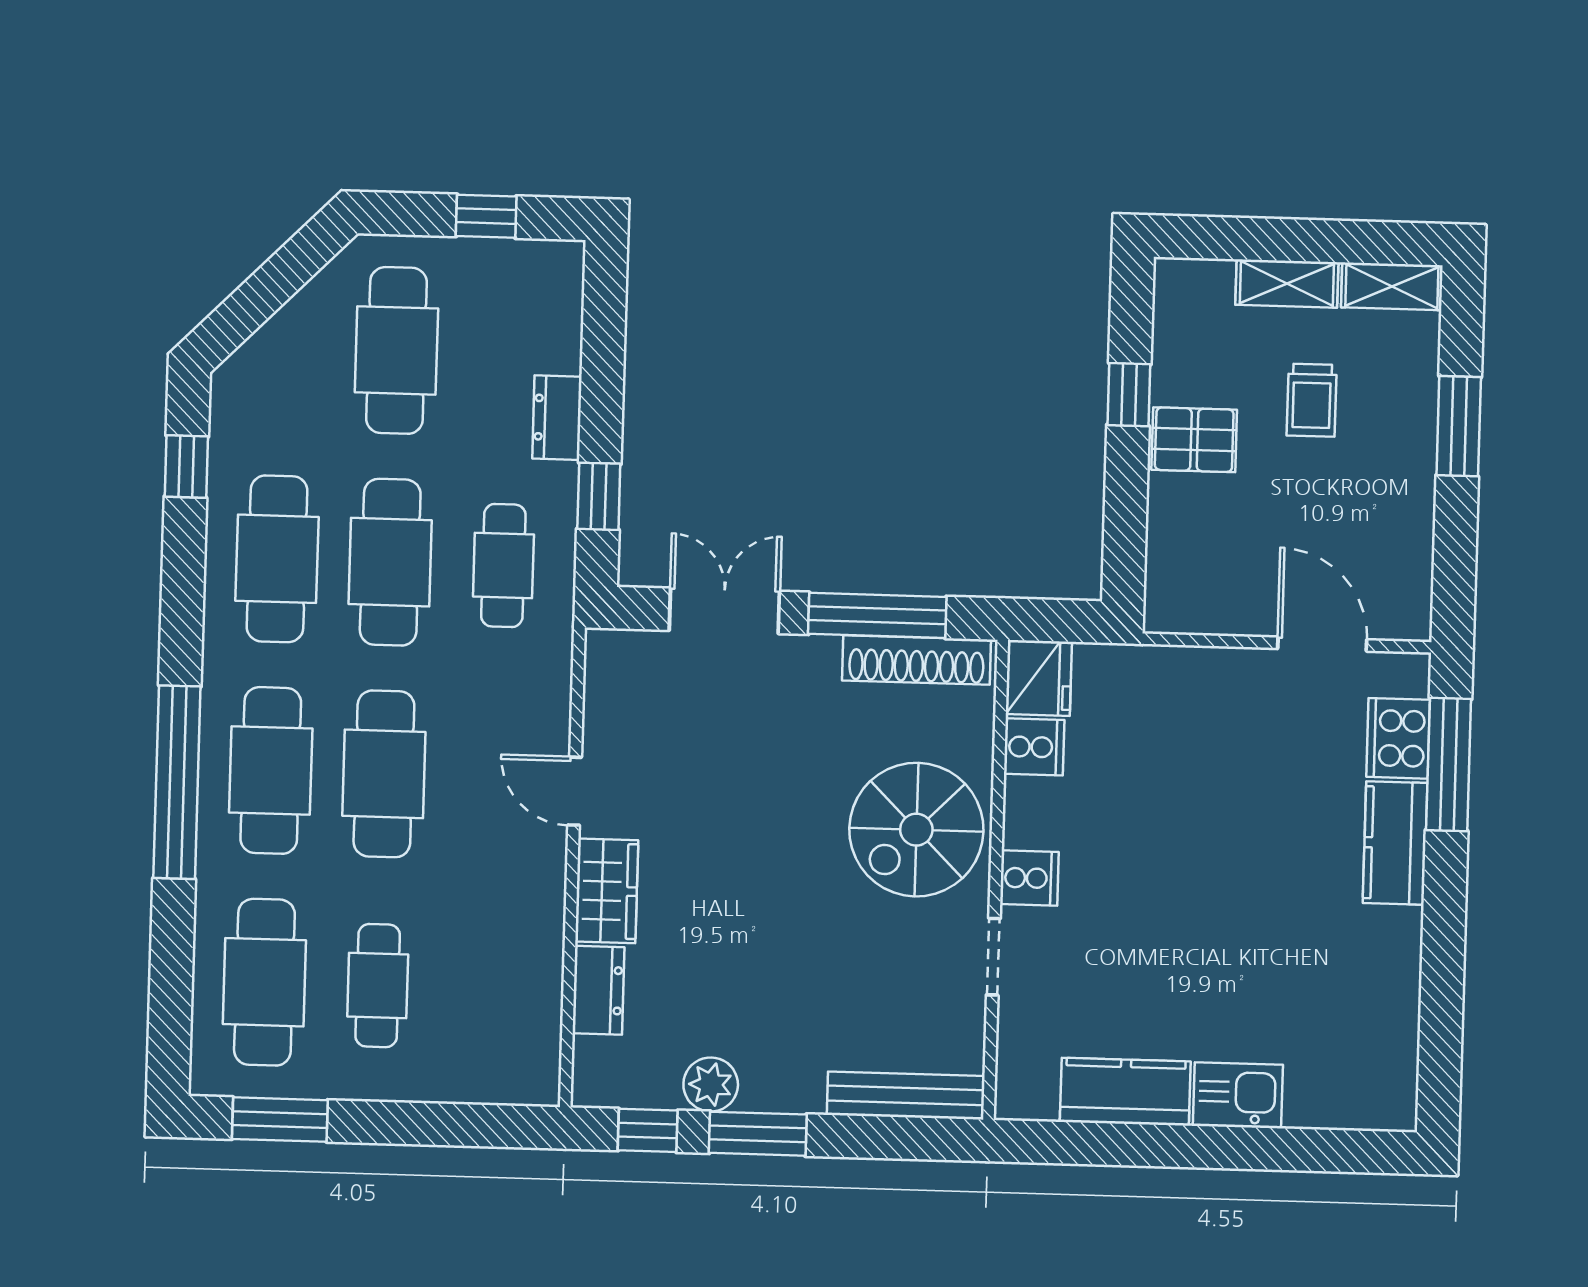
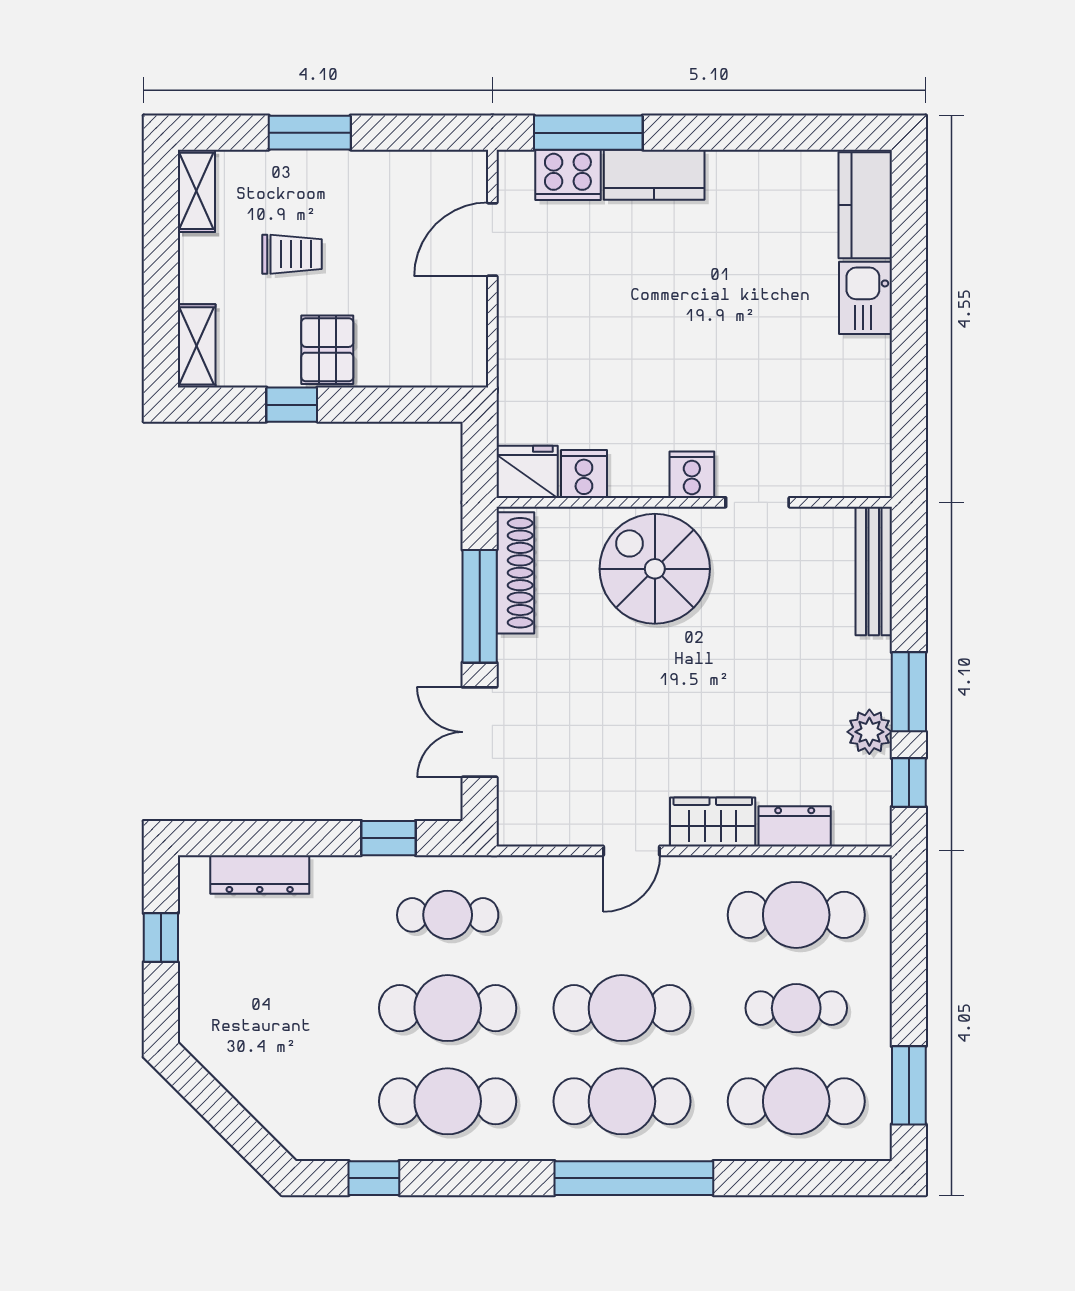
shelving: (1287, 284) -> (197, 346), moved
cafe table: (396, 350) -> (796, 915), moved
dresser: (557, 418) -> (260, 874), moved, width x1.44
spiral stairs: (916, 830) -> (655, 569), turned 180
kitchen counter: (1125, 1092) -> (865, 205), moved

